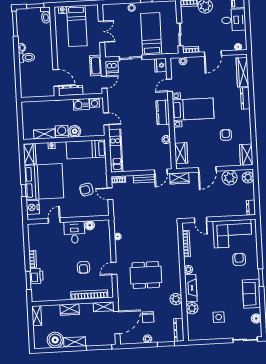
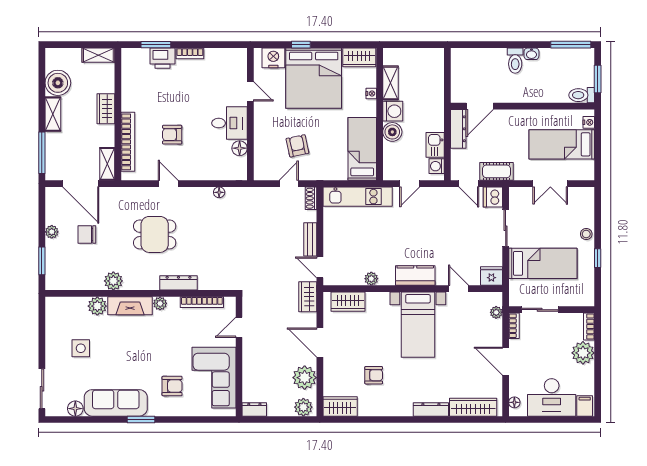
desk: (234, 20) -> (552, 397), width x1.37
dining table: (146, 275) -> (155, 234), width x0.73
sofa: (251, 294) -> (116, 403), width x1.36
dresser: (179, 330) -> (178, 283), moved

